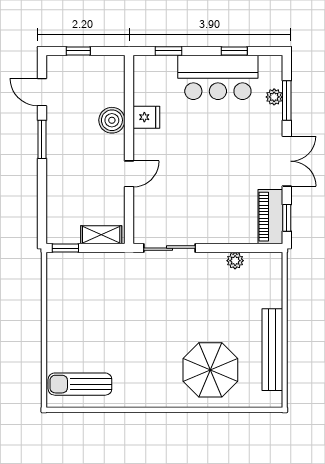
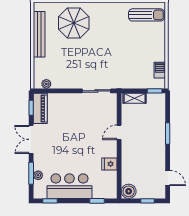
window: (234, 51) -> (50, 201), moved
boiler: (112, 120) -> (129, 191), moved
window: (42, 139) -> (168, 134), moved
plant: (235, 261) -> (46, 84), moved
barbecue: (56, 285) -> (160, 70), added

